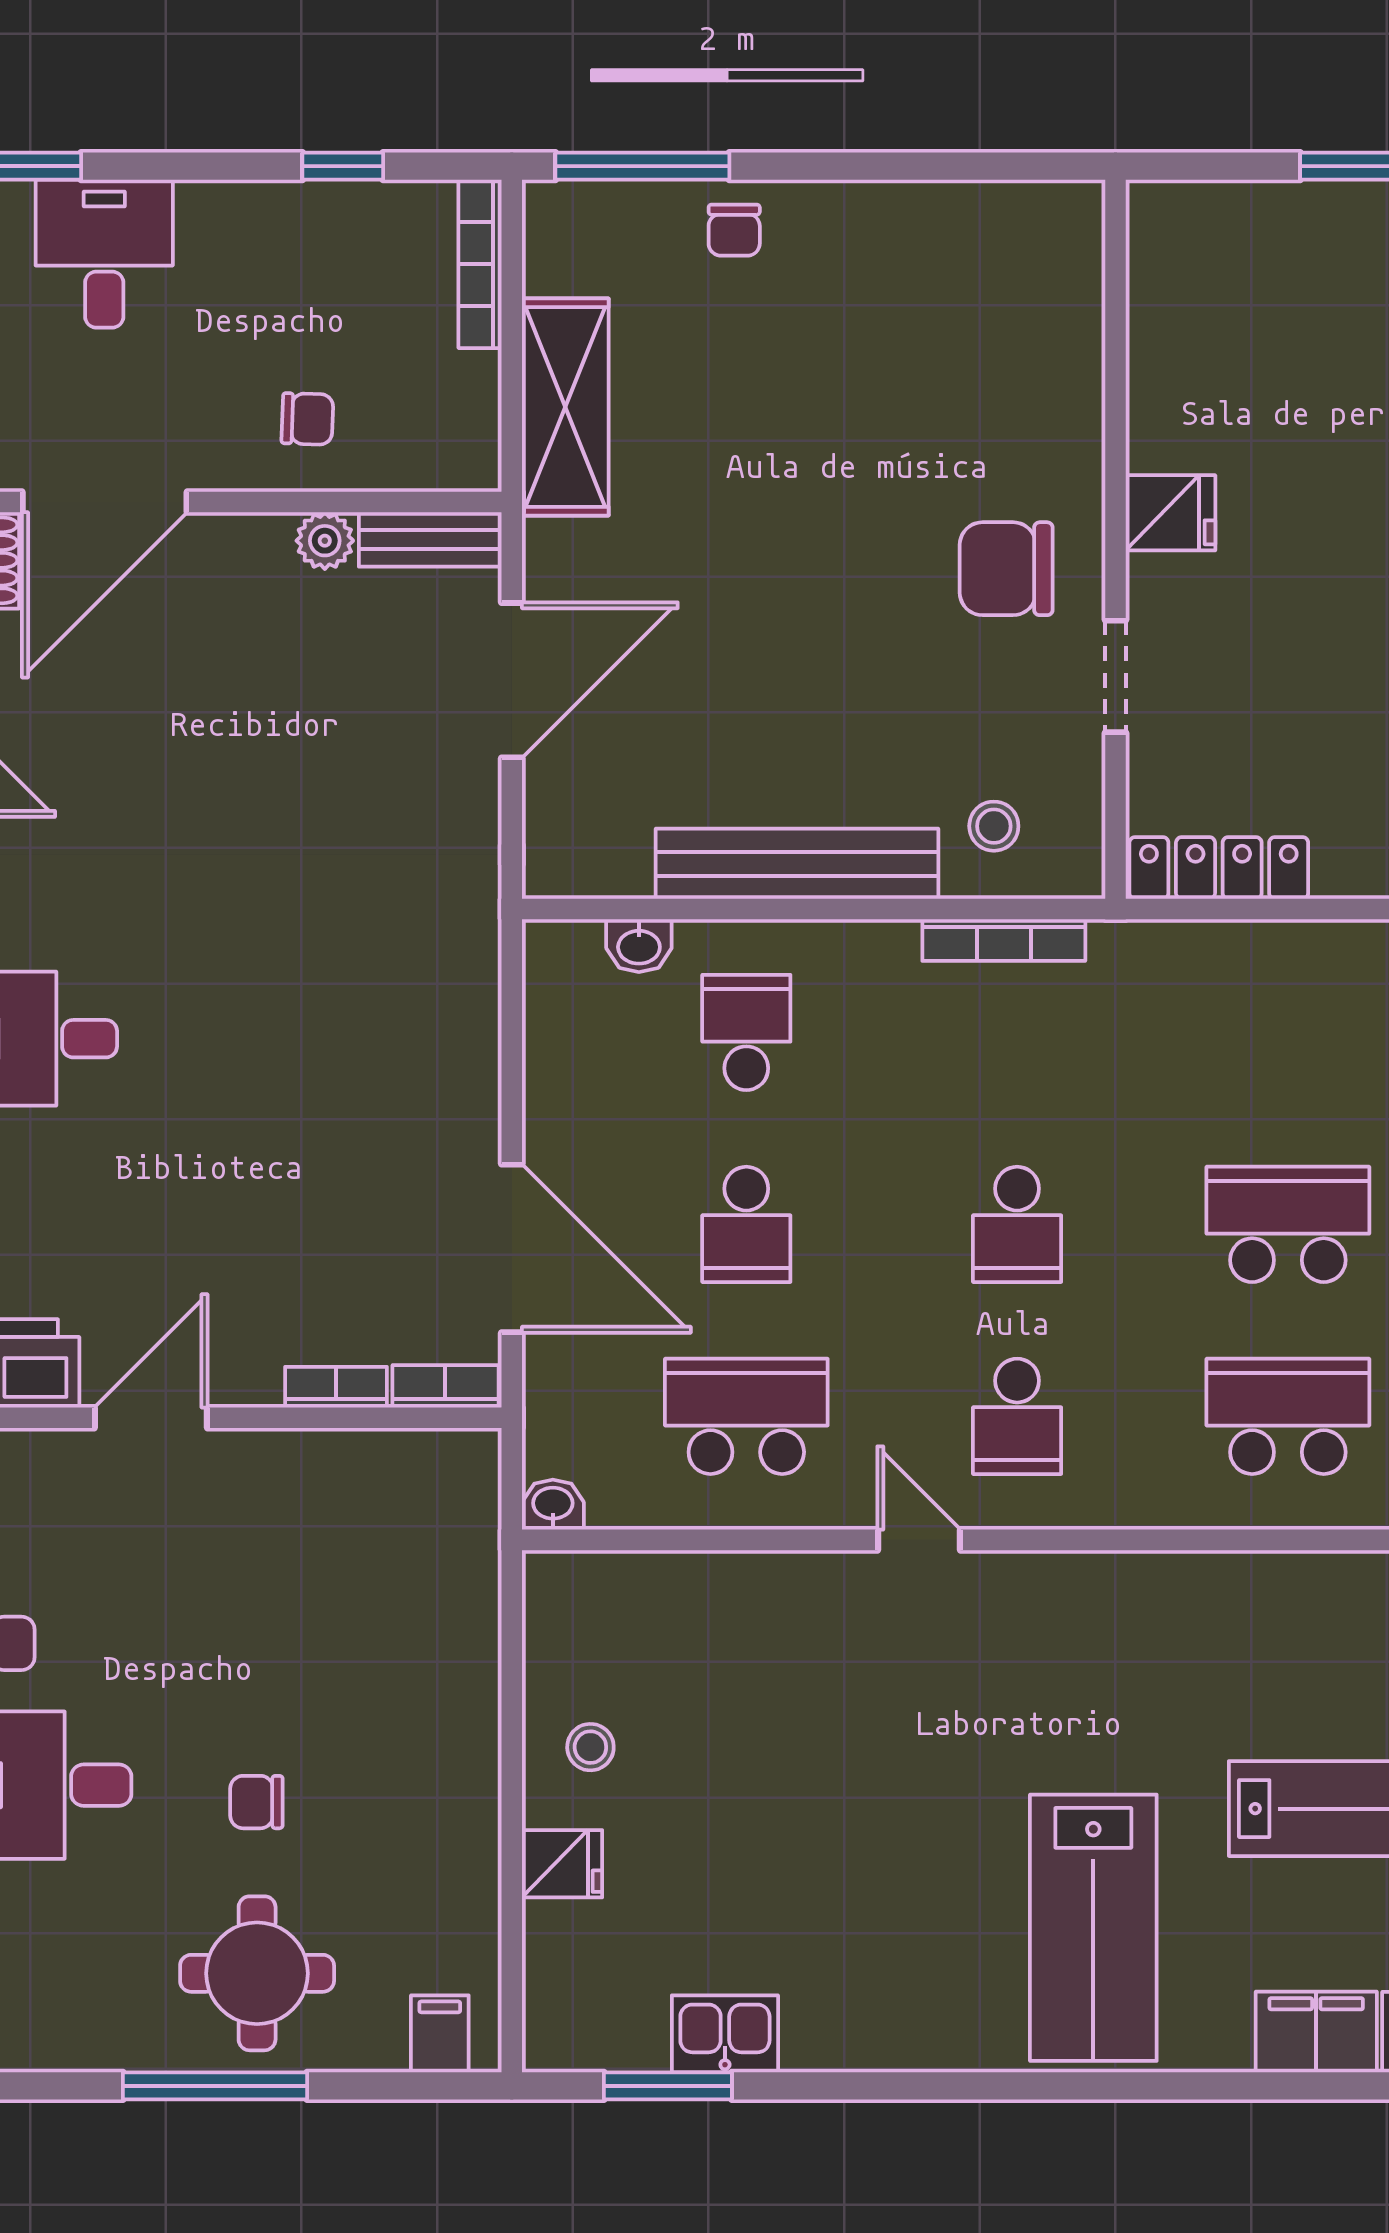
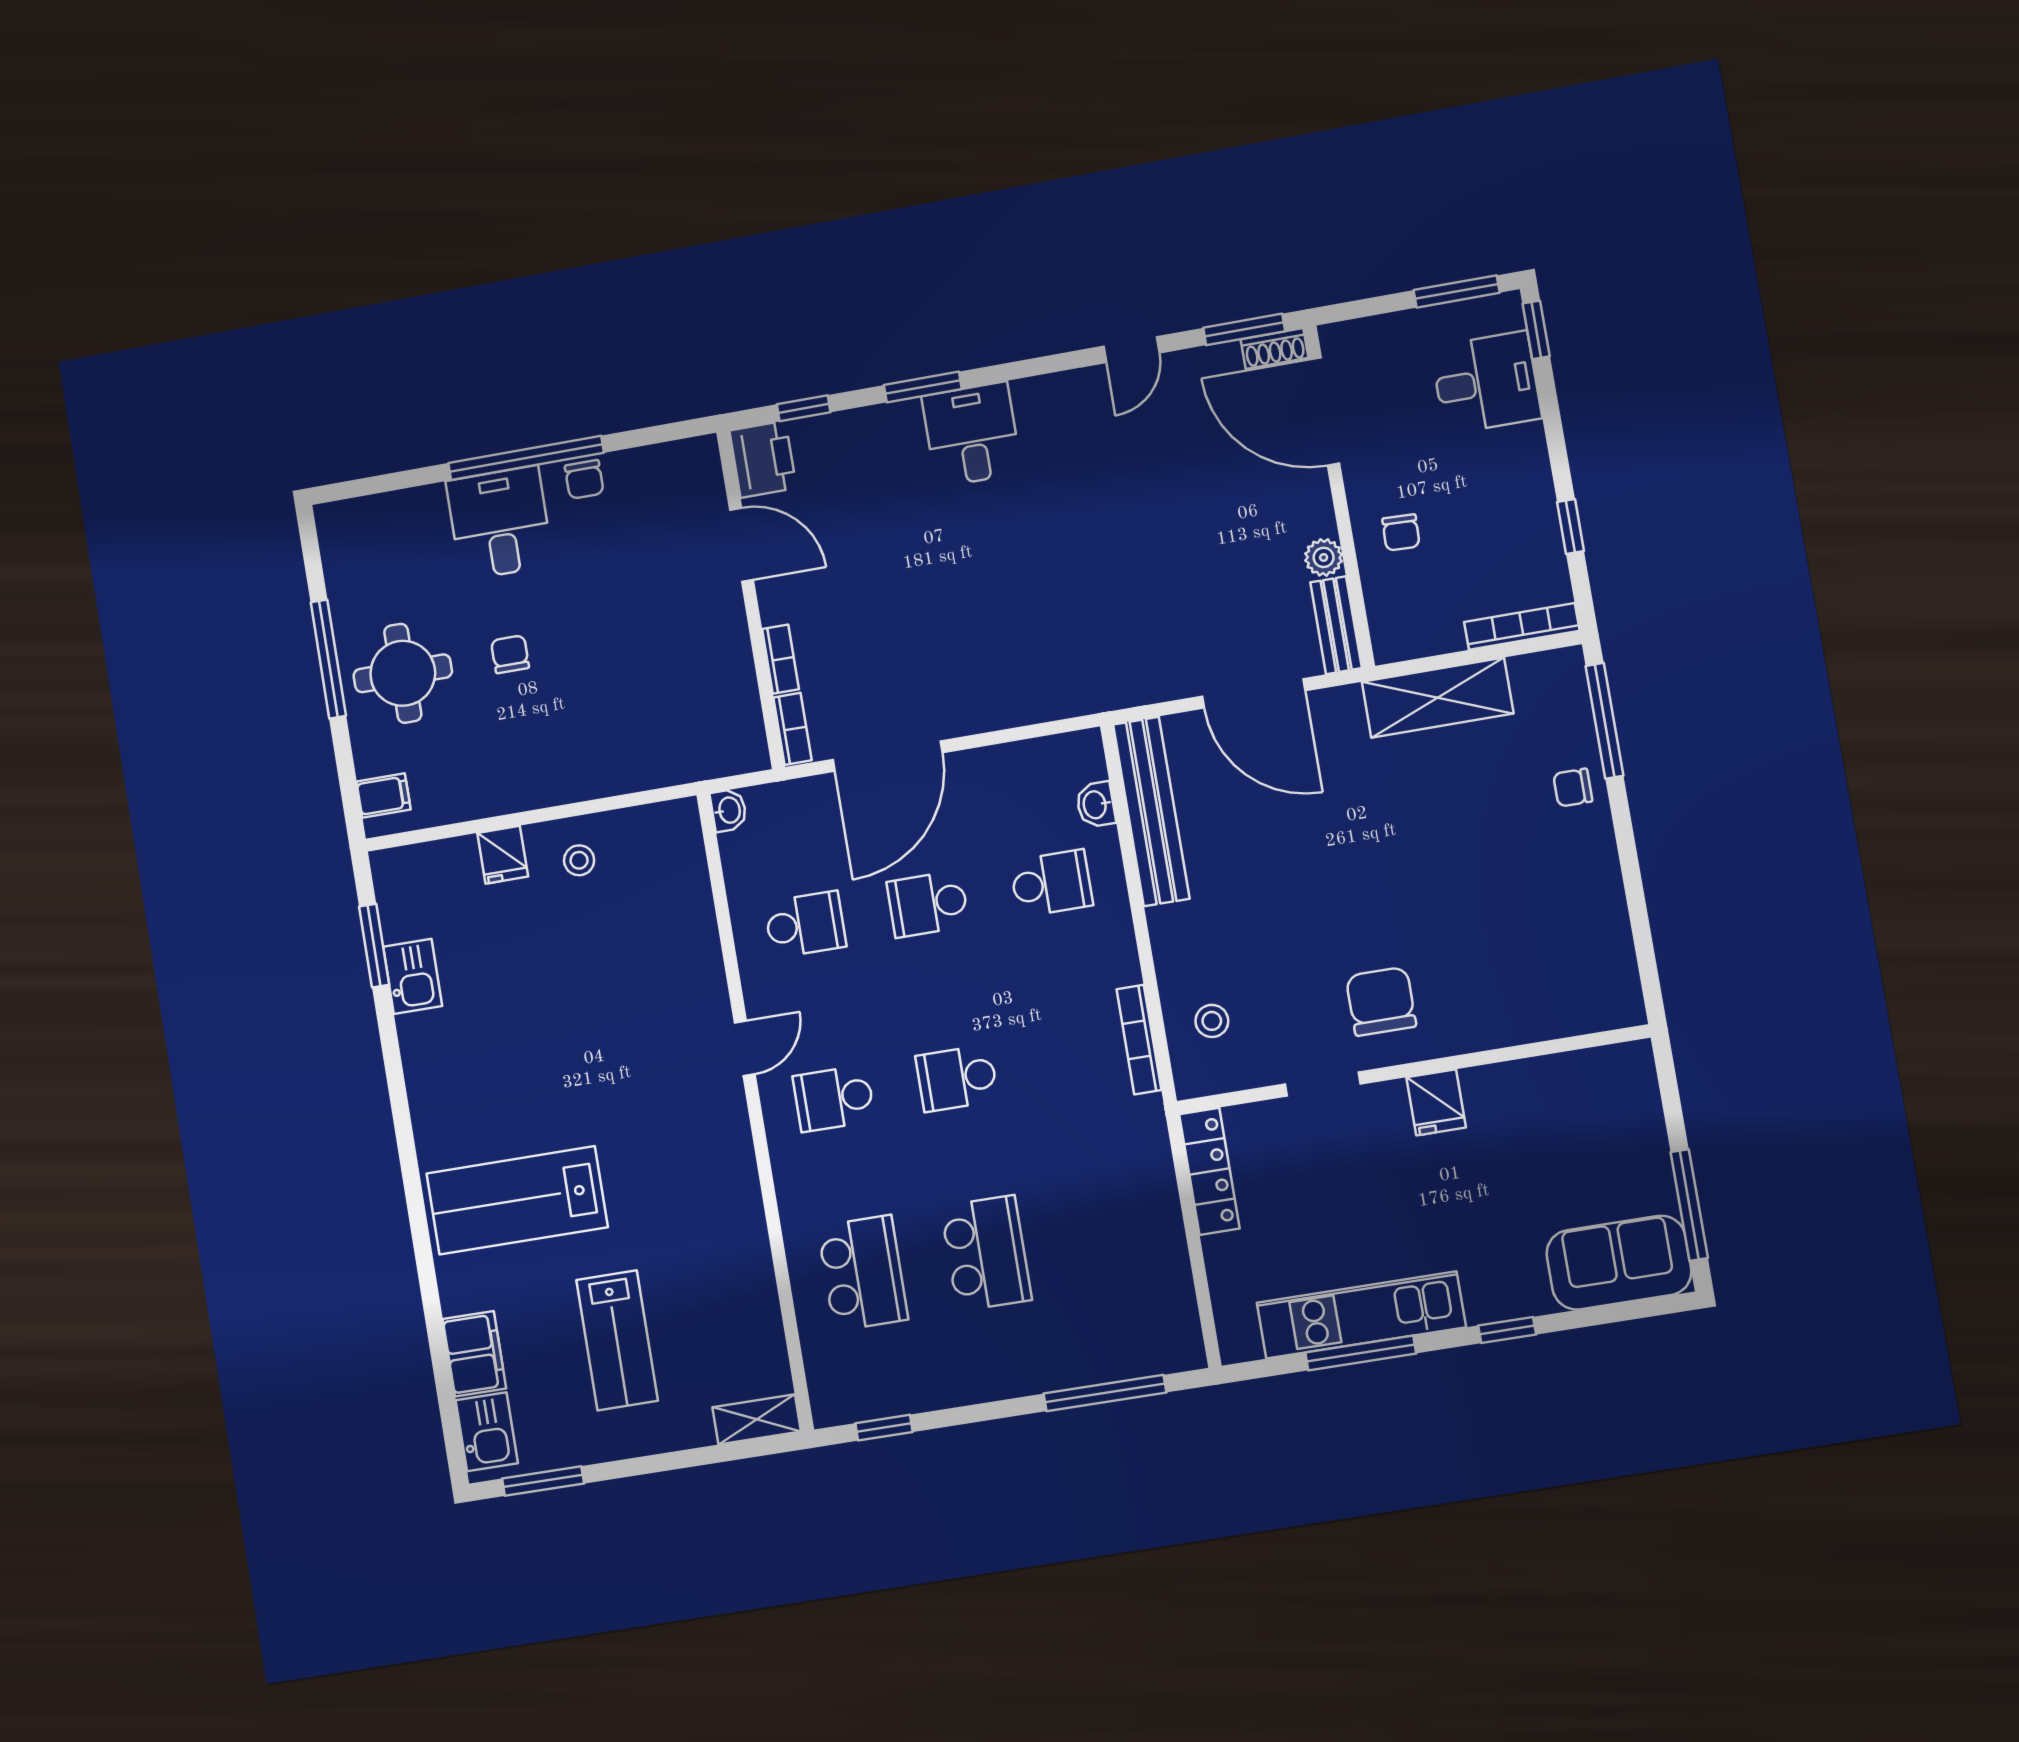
bench: (797, 864) -> (1151, 812), moved
school desk: (746, 1416) -> (805, 924), width x0.54

